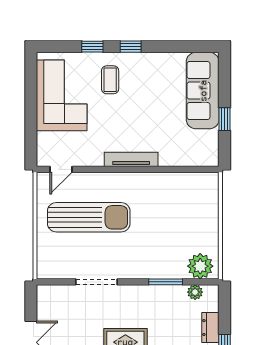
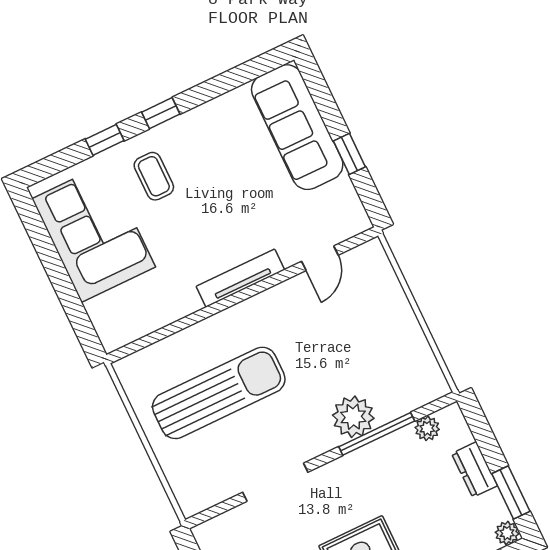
door: (61, 169) -> (320, 258), moved
plant: (200, 266) -> (353, 417), moved
window: (166, 282) -> (377, 434), width x1.44

